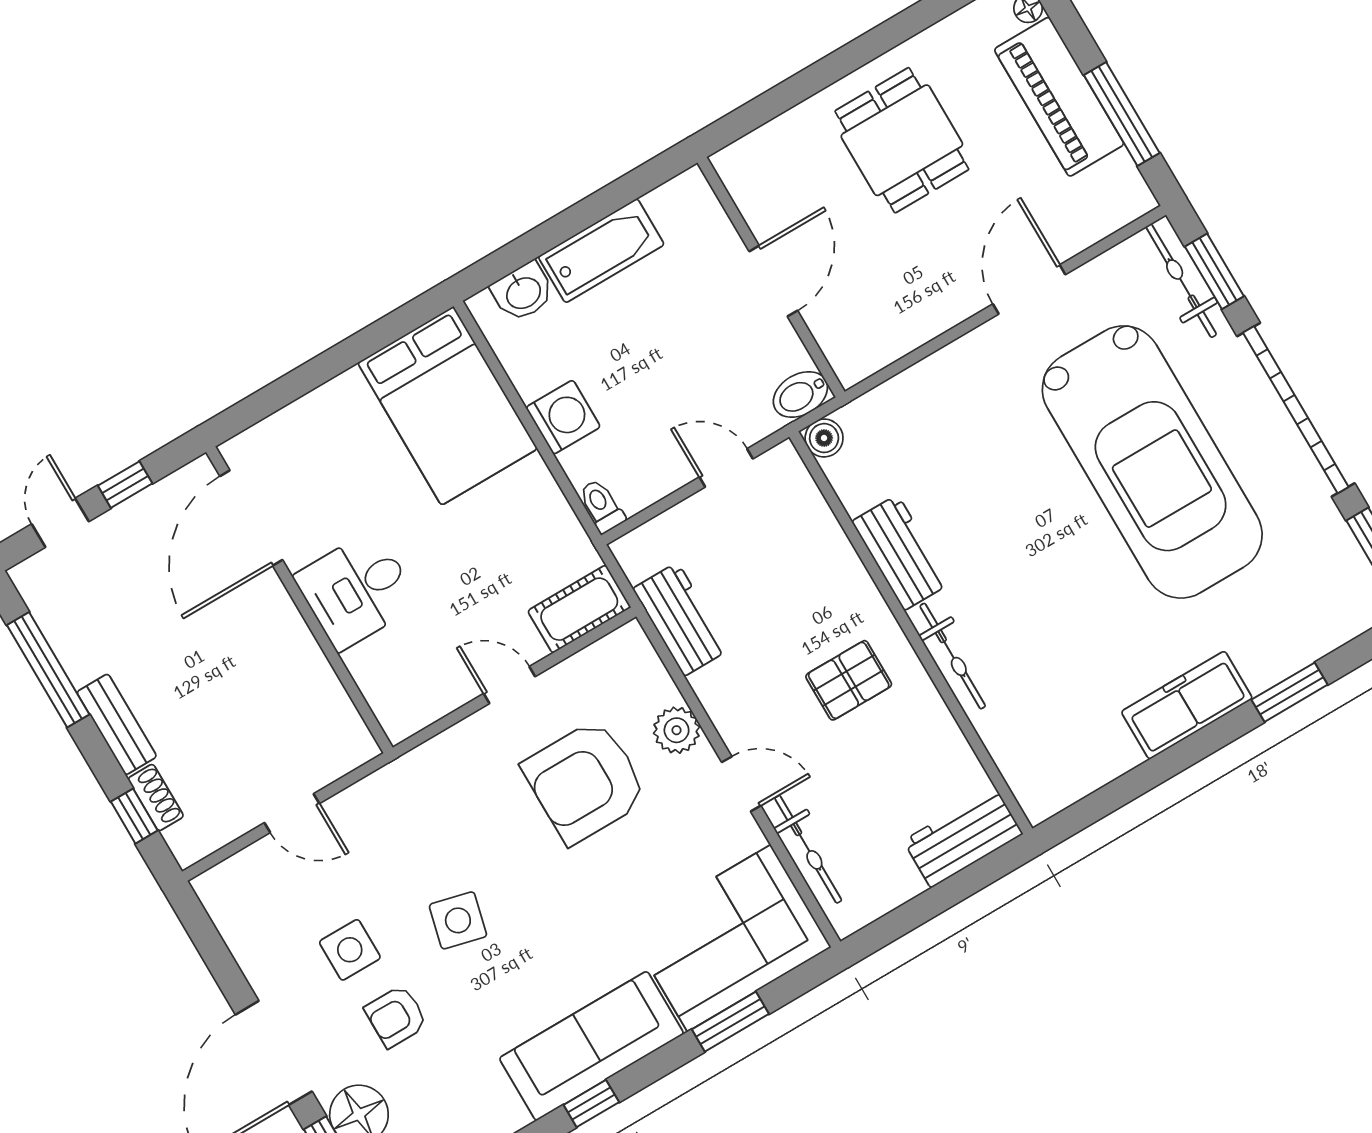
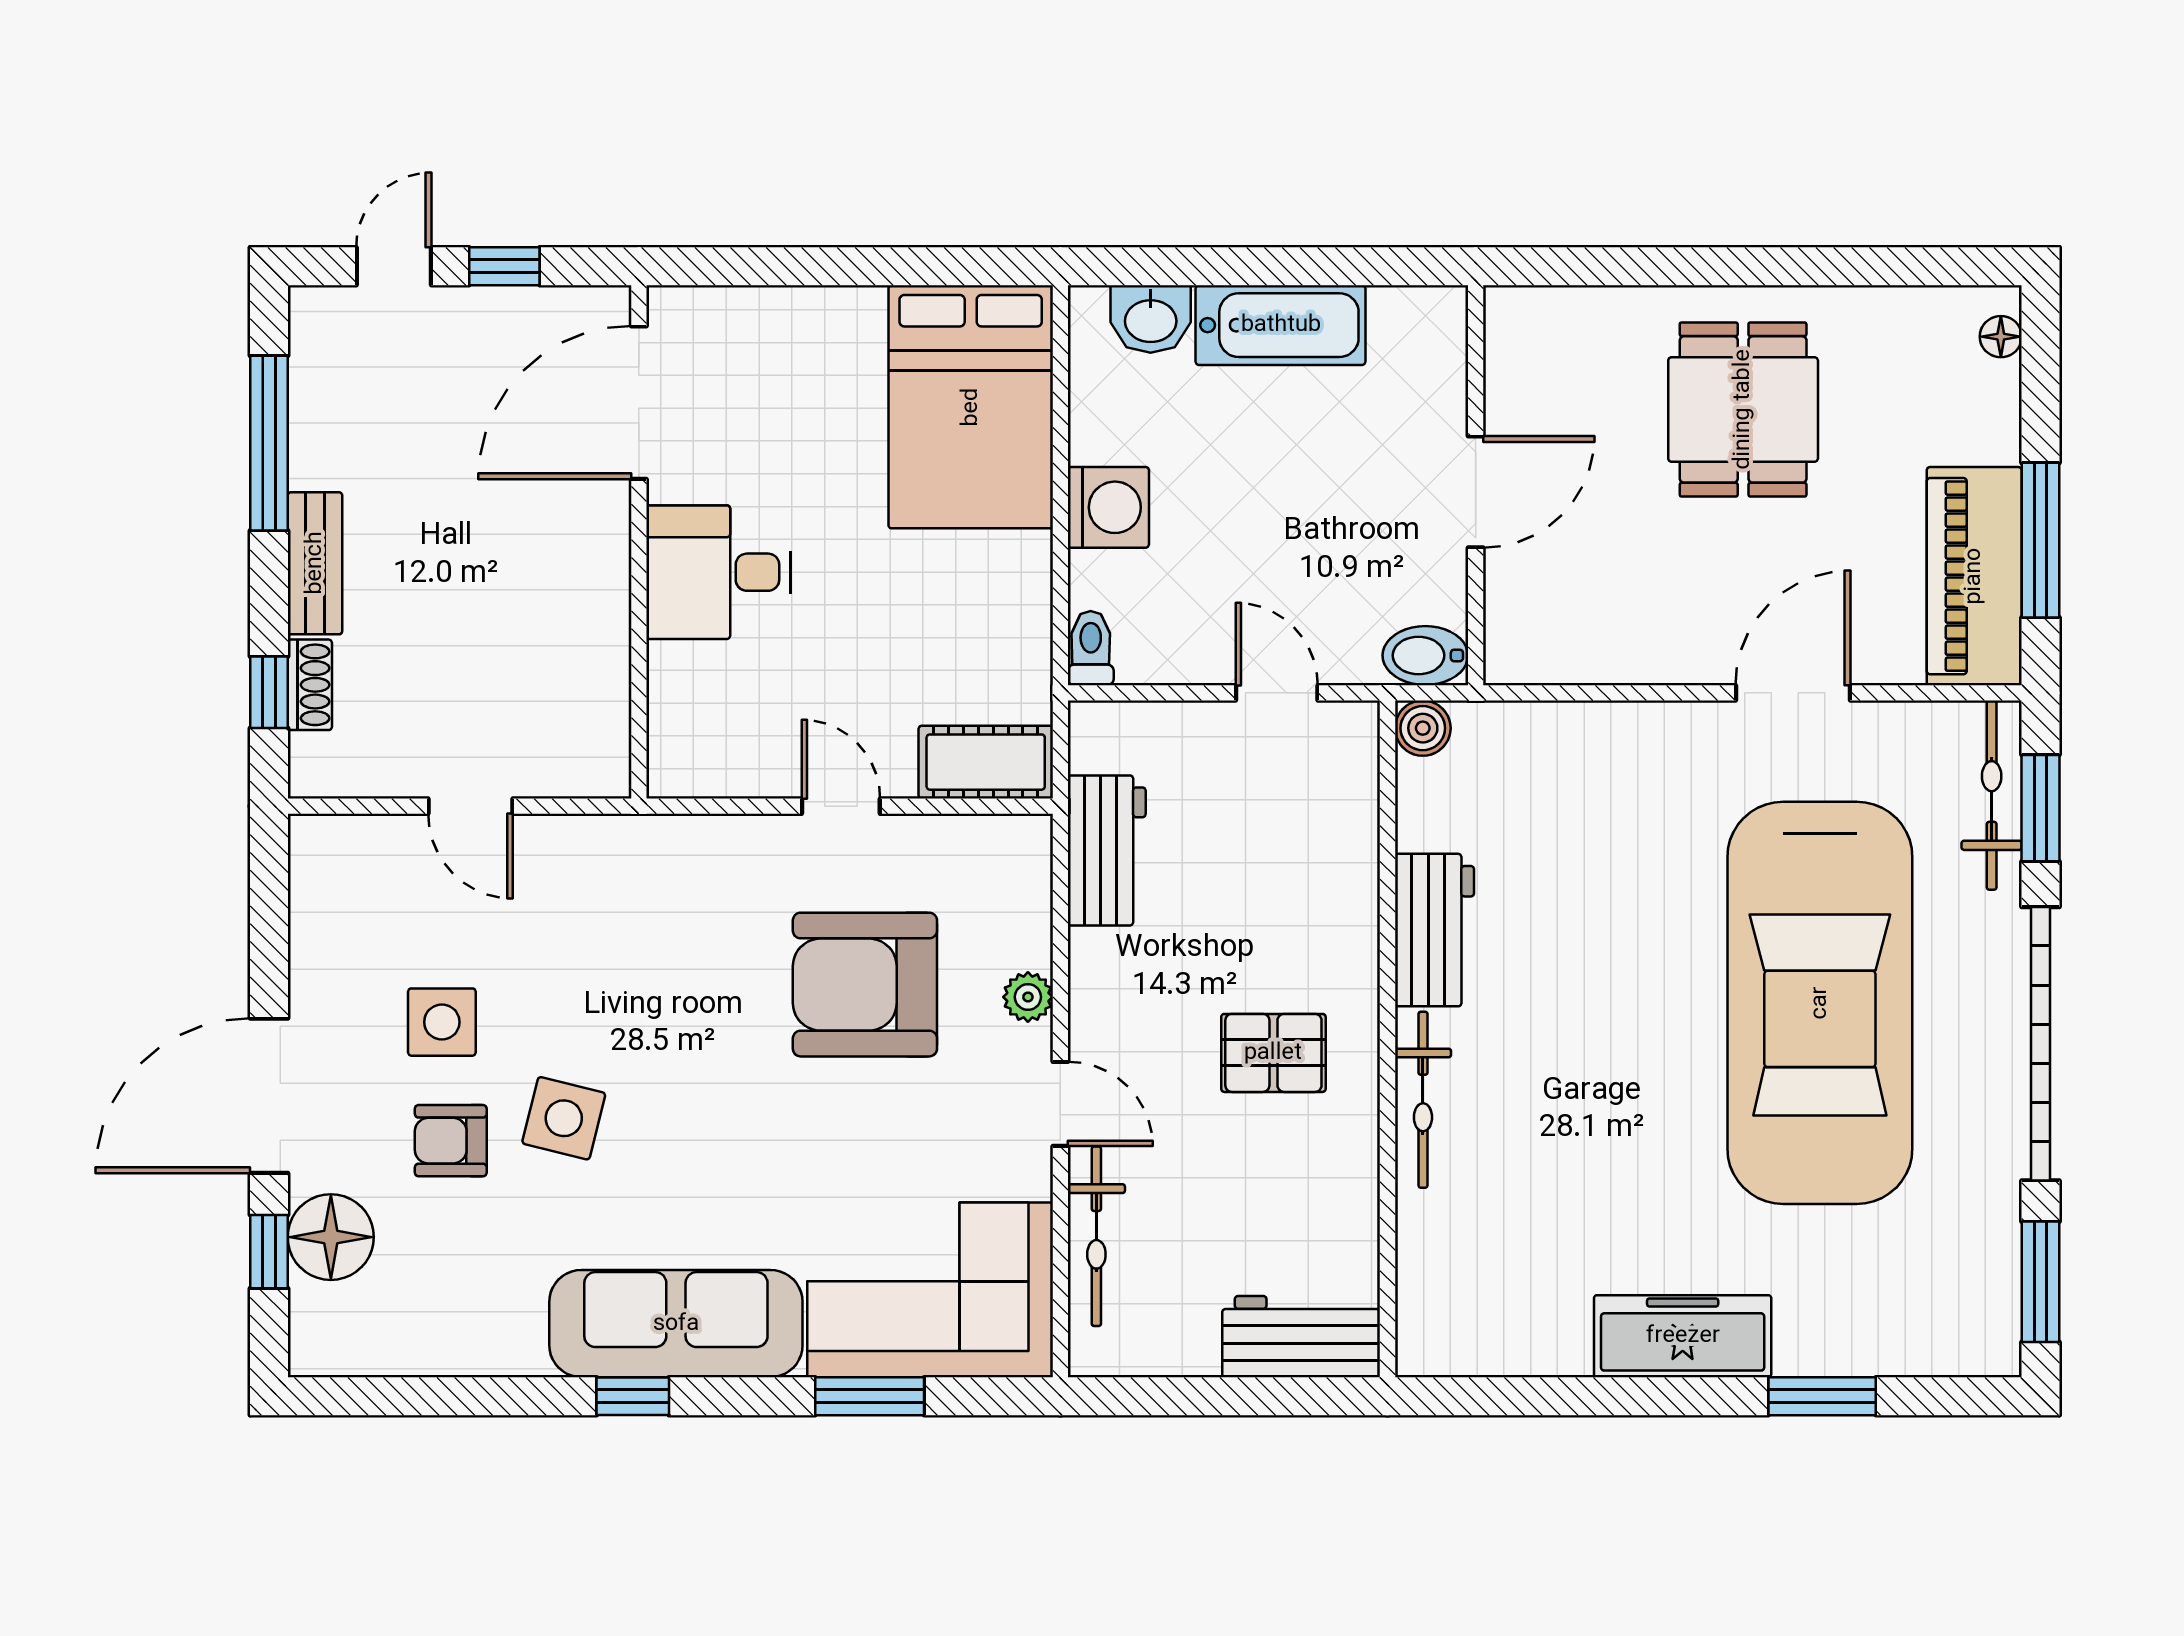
piano: (1059, 97) -> (1974, 576), moved
plant: (677, 730) -> (1028, 997), width x0.73, depth x0.73
side table: (458, 920) -> (564, 1118), moved

